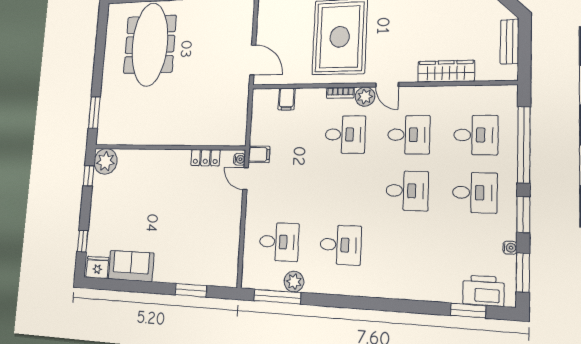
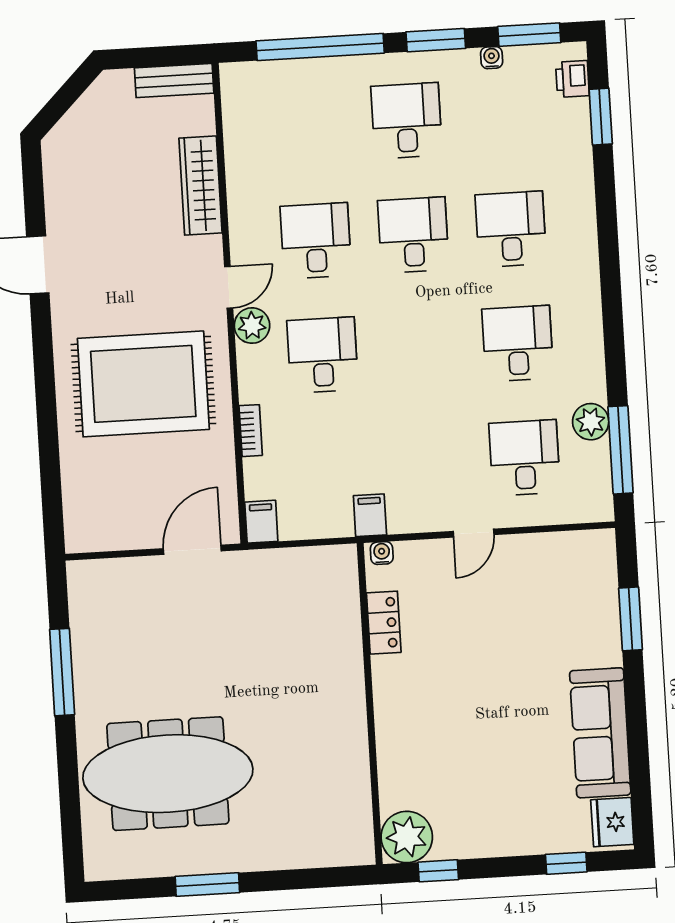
bench: (510, 42) -> (174, 81), moved
bookcase: (340, 93) -> (251, 431), moved
filing cabinet: (287, 99) -> (261, 522), moved, turned -90
window: (94, 113) -> (207, 885), moved
desk: (476, 135) -> (511, 229), moved
door: (246, 179) -> (474, 533), moved
sofa: (131, 266) -> (600, 733), width x1.36
printer: (483, 291) -> (572, 79), width x0.53, depth x0.68

